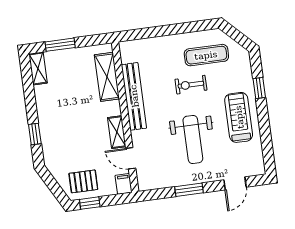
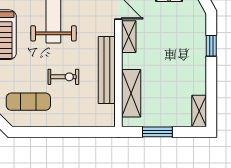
window: (60, 45) -> (157, 132), moved
exercise bike: (191, 85) -> (63, 77), moved

